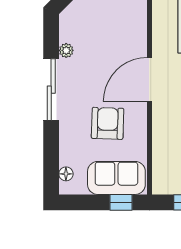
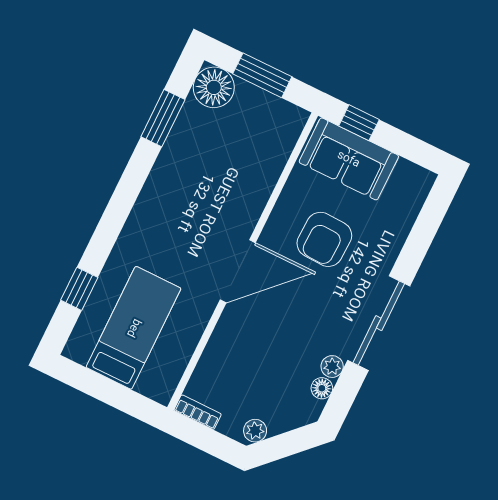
floor lamp: (66, 174) -> (322, 388), moved

